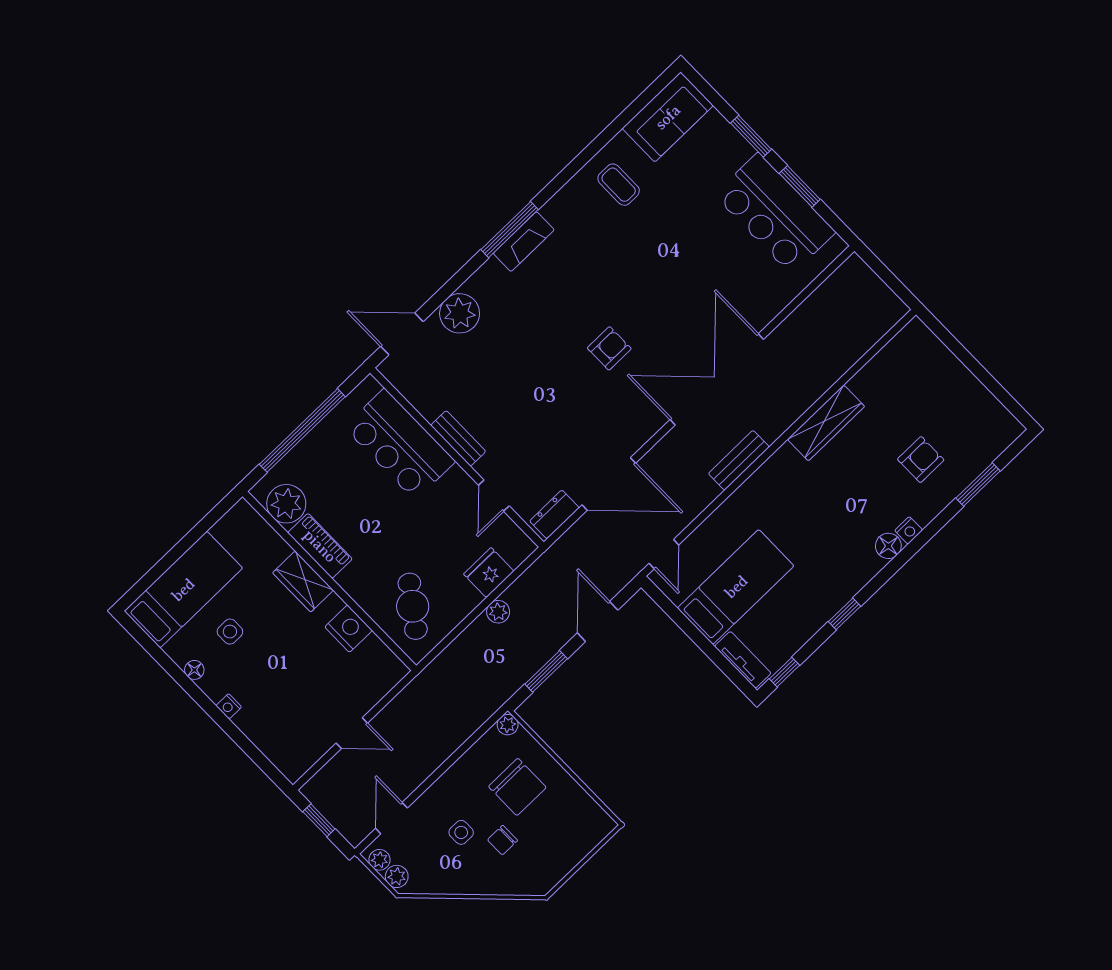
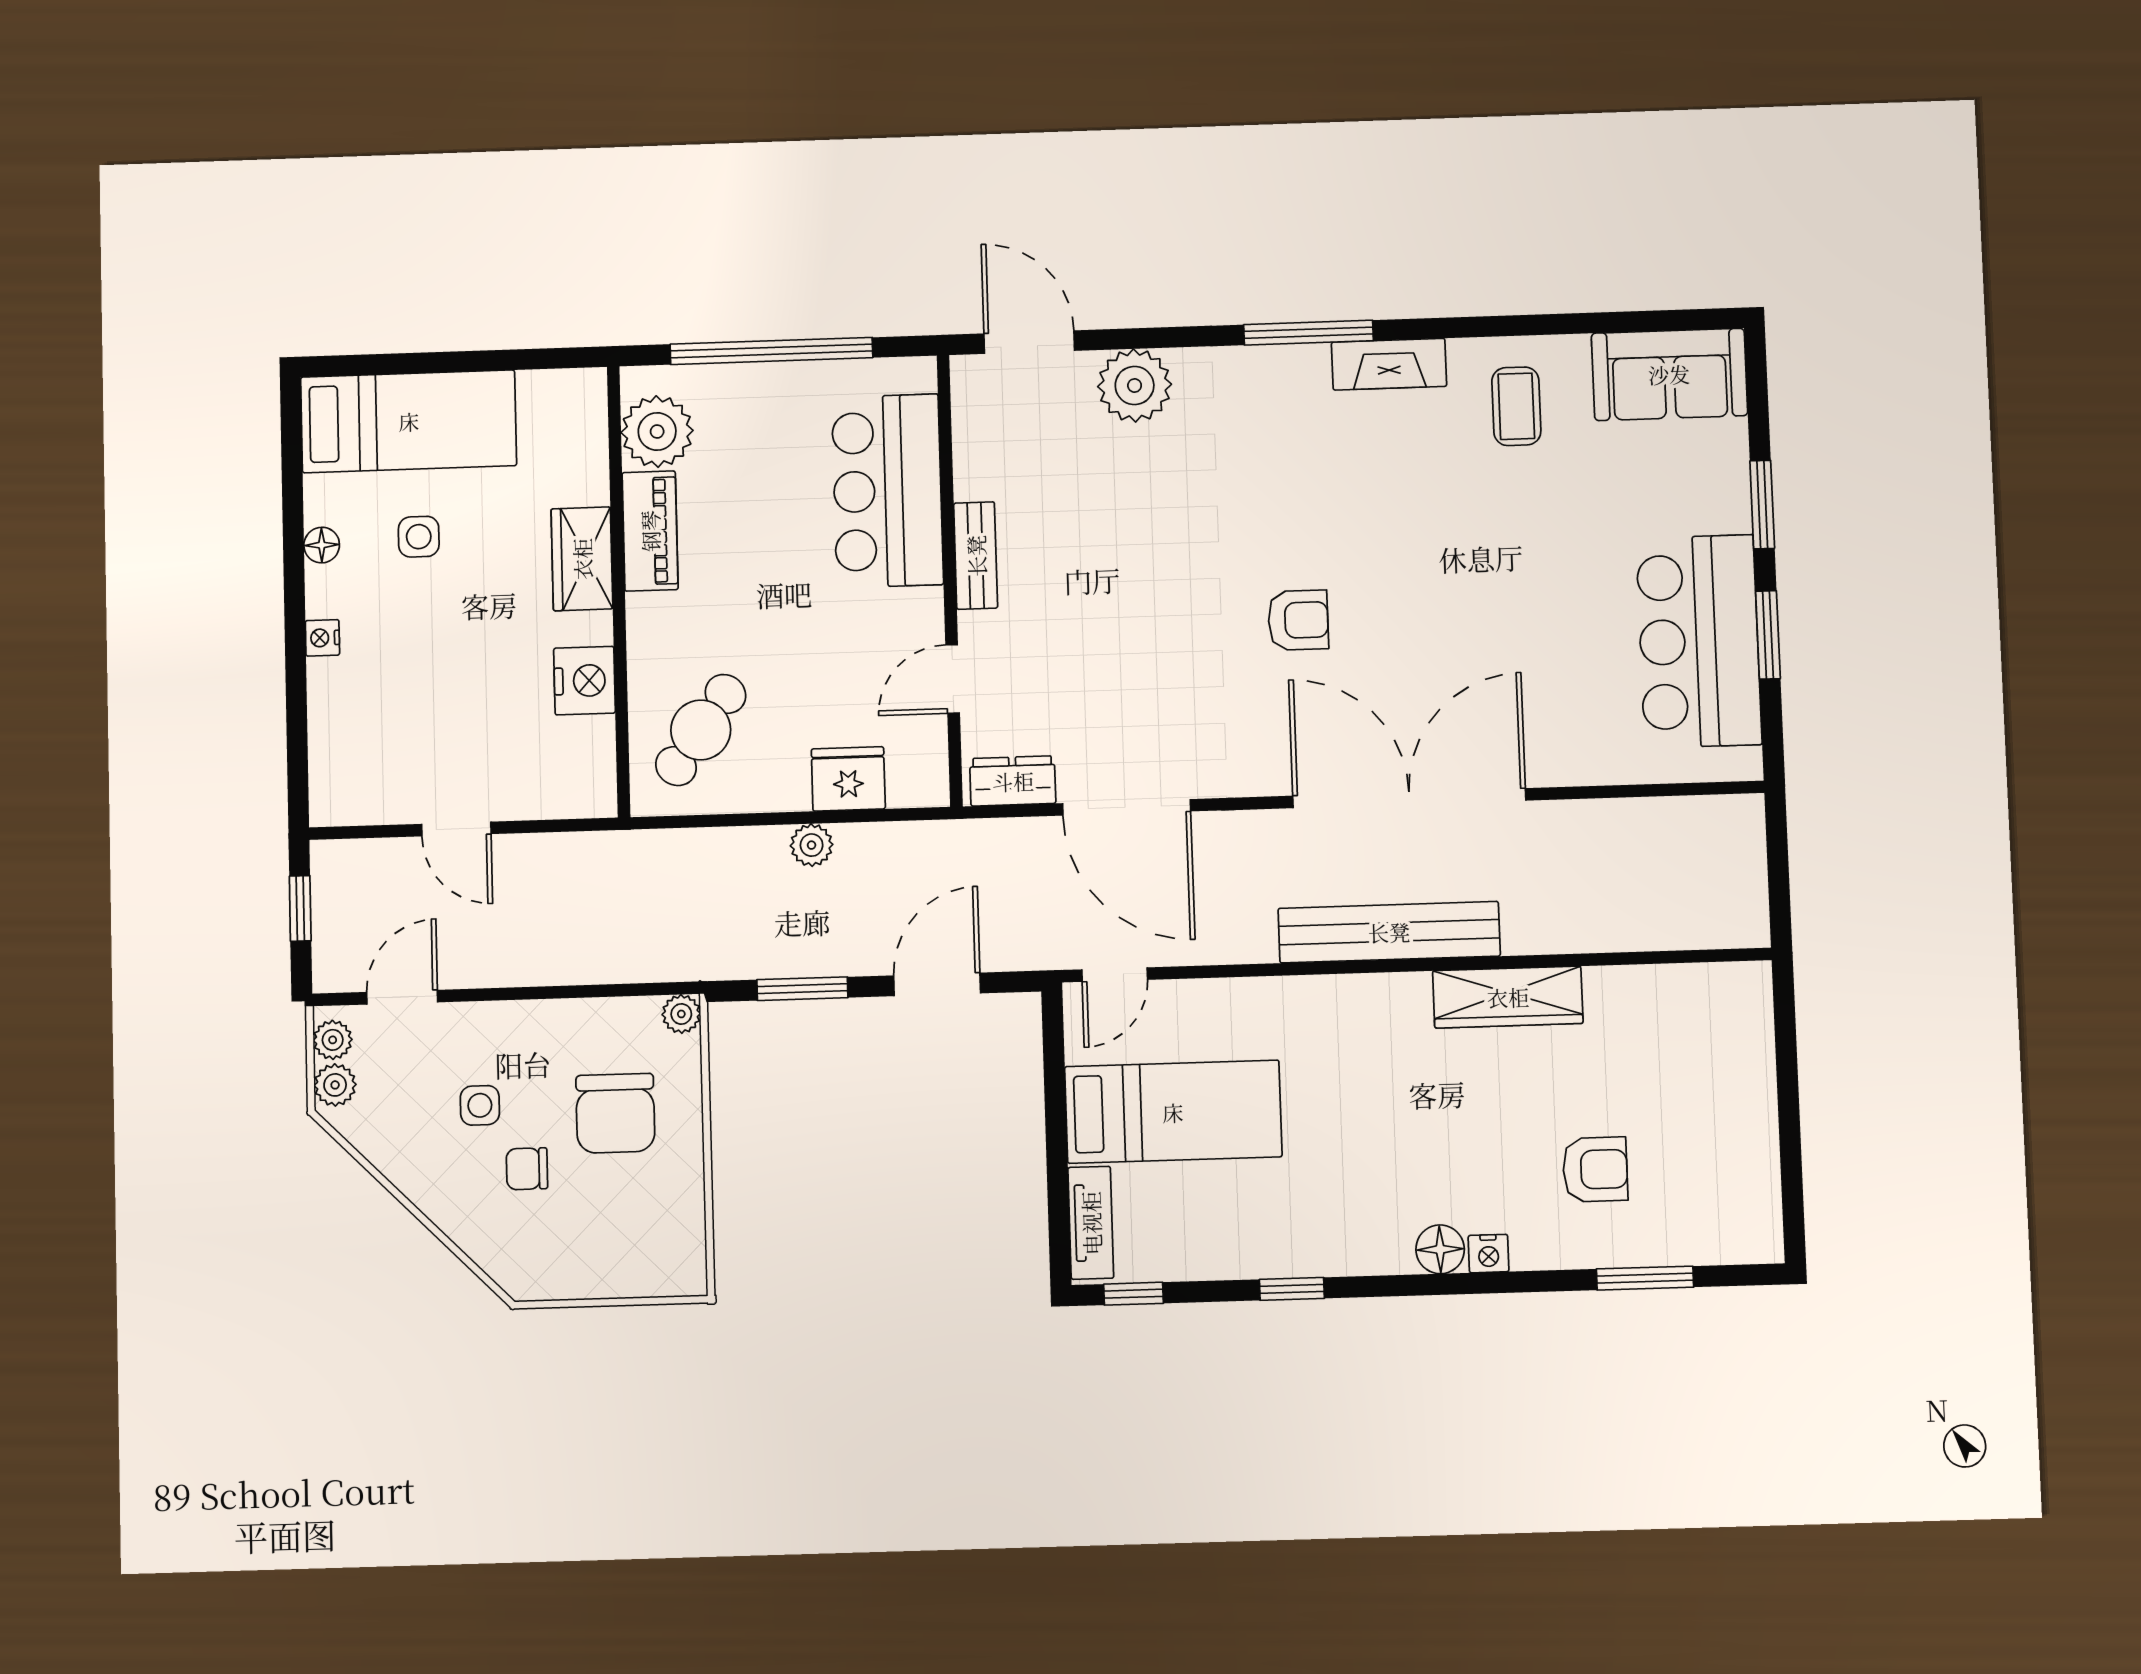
fireplace: (524, 242) -> (1389, 364), moved
bench: (739, 460) -> (1389, 932), width x1.86, depth x1.21

